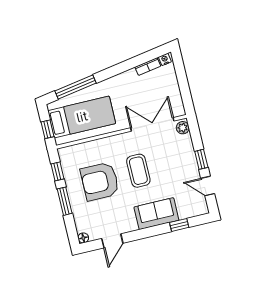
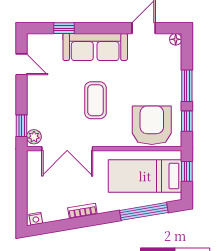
bookcase: (148, 67) -> (82, 211), moved
window: (201, 159) -> (21, 126), moved
armchair: (100, 181) -> (152, 125), moved, turned -90
sofa: (156, 214) -> (95, 47), width x1.36

